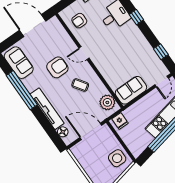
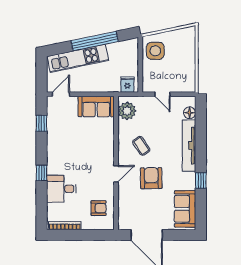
door: (84, 53) -> (116, 174), hinge flipped
armchair: (57, 67) -> (151, 178), turned 89
window: (22, 90) -> (201, 180), width x0.32
door: (91, 131) -> (162, 94), width x0.53

